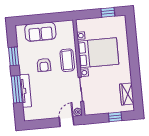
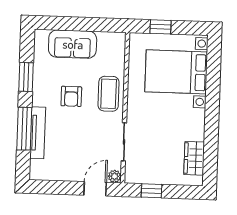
window: (108, 12) -> (160, 27), moved
bed with nightstands: (98, 53) -> (176, 72), moved, turned 180
window: (115, 117) -> (151, 191), moved

